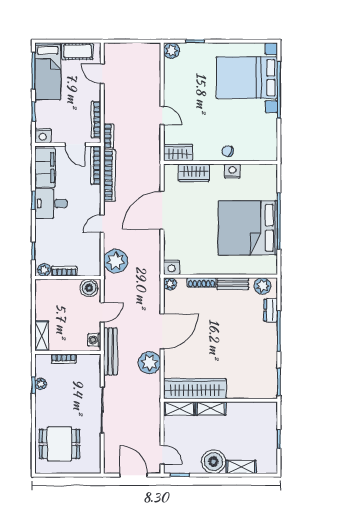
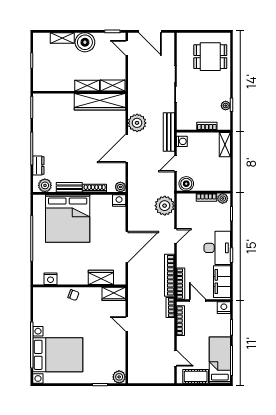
nightstand: (232, 171) -> (51, 279), moved
desk: (51, 204) -> (217, 248), width x1.37
bed: (248, 228) -> (68, 219), moved, turned 90

